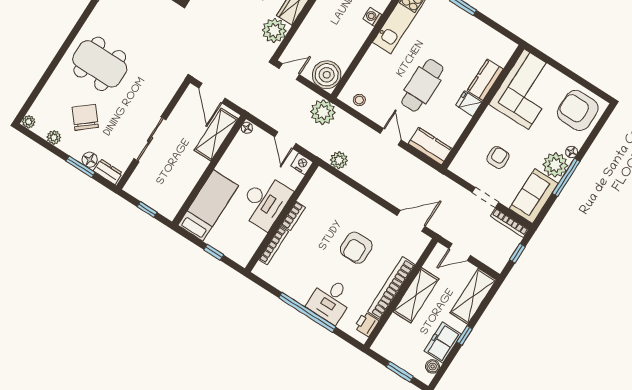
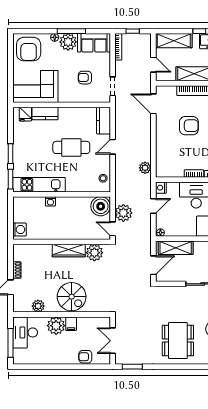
fridge: (469, 104) -> (25, 114), moved
plant: (323, 112) -> (123, 213), moved
doorway: (485, 197) -> (113, 86), moved

